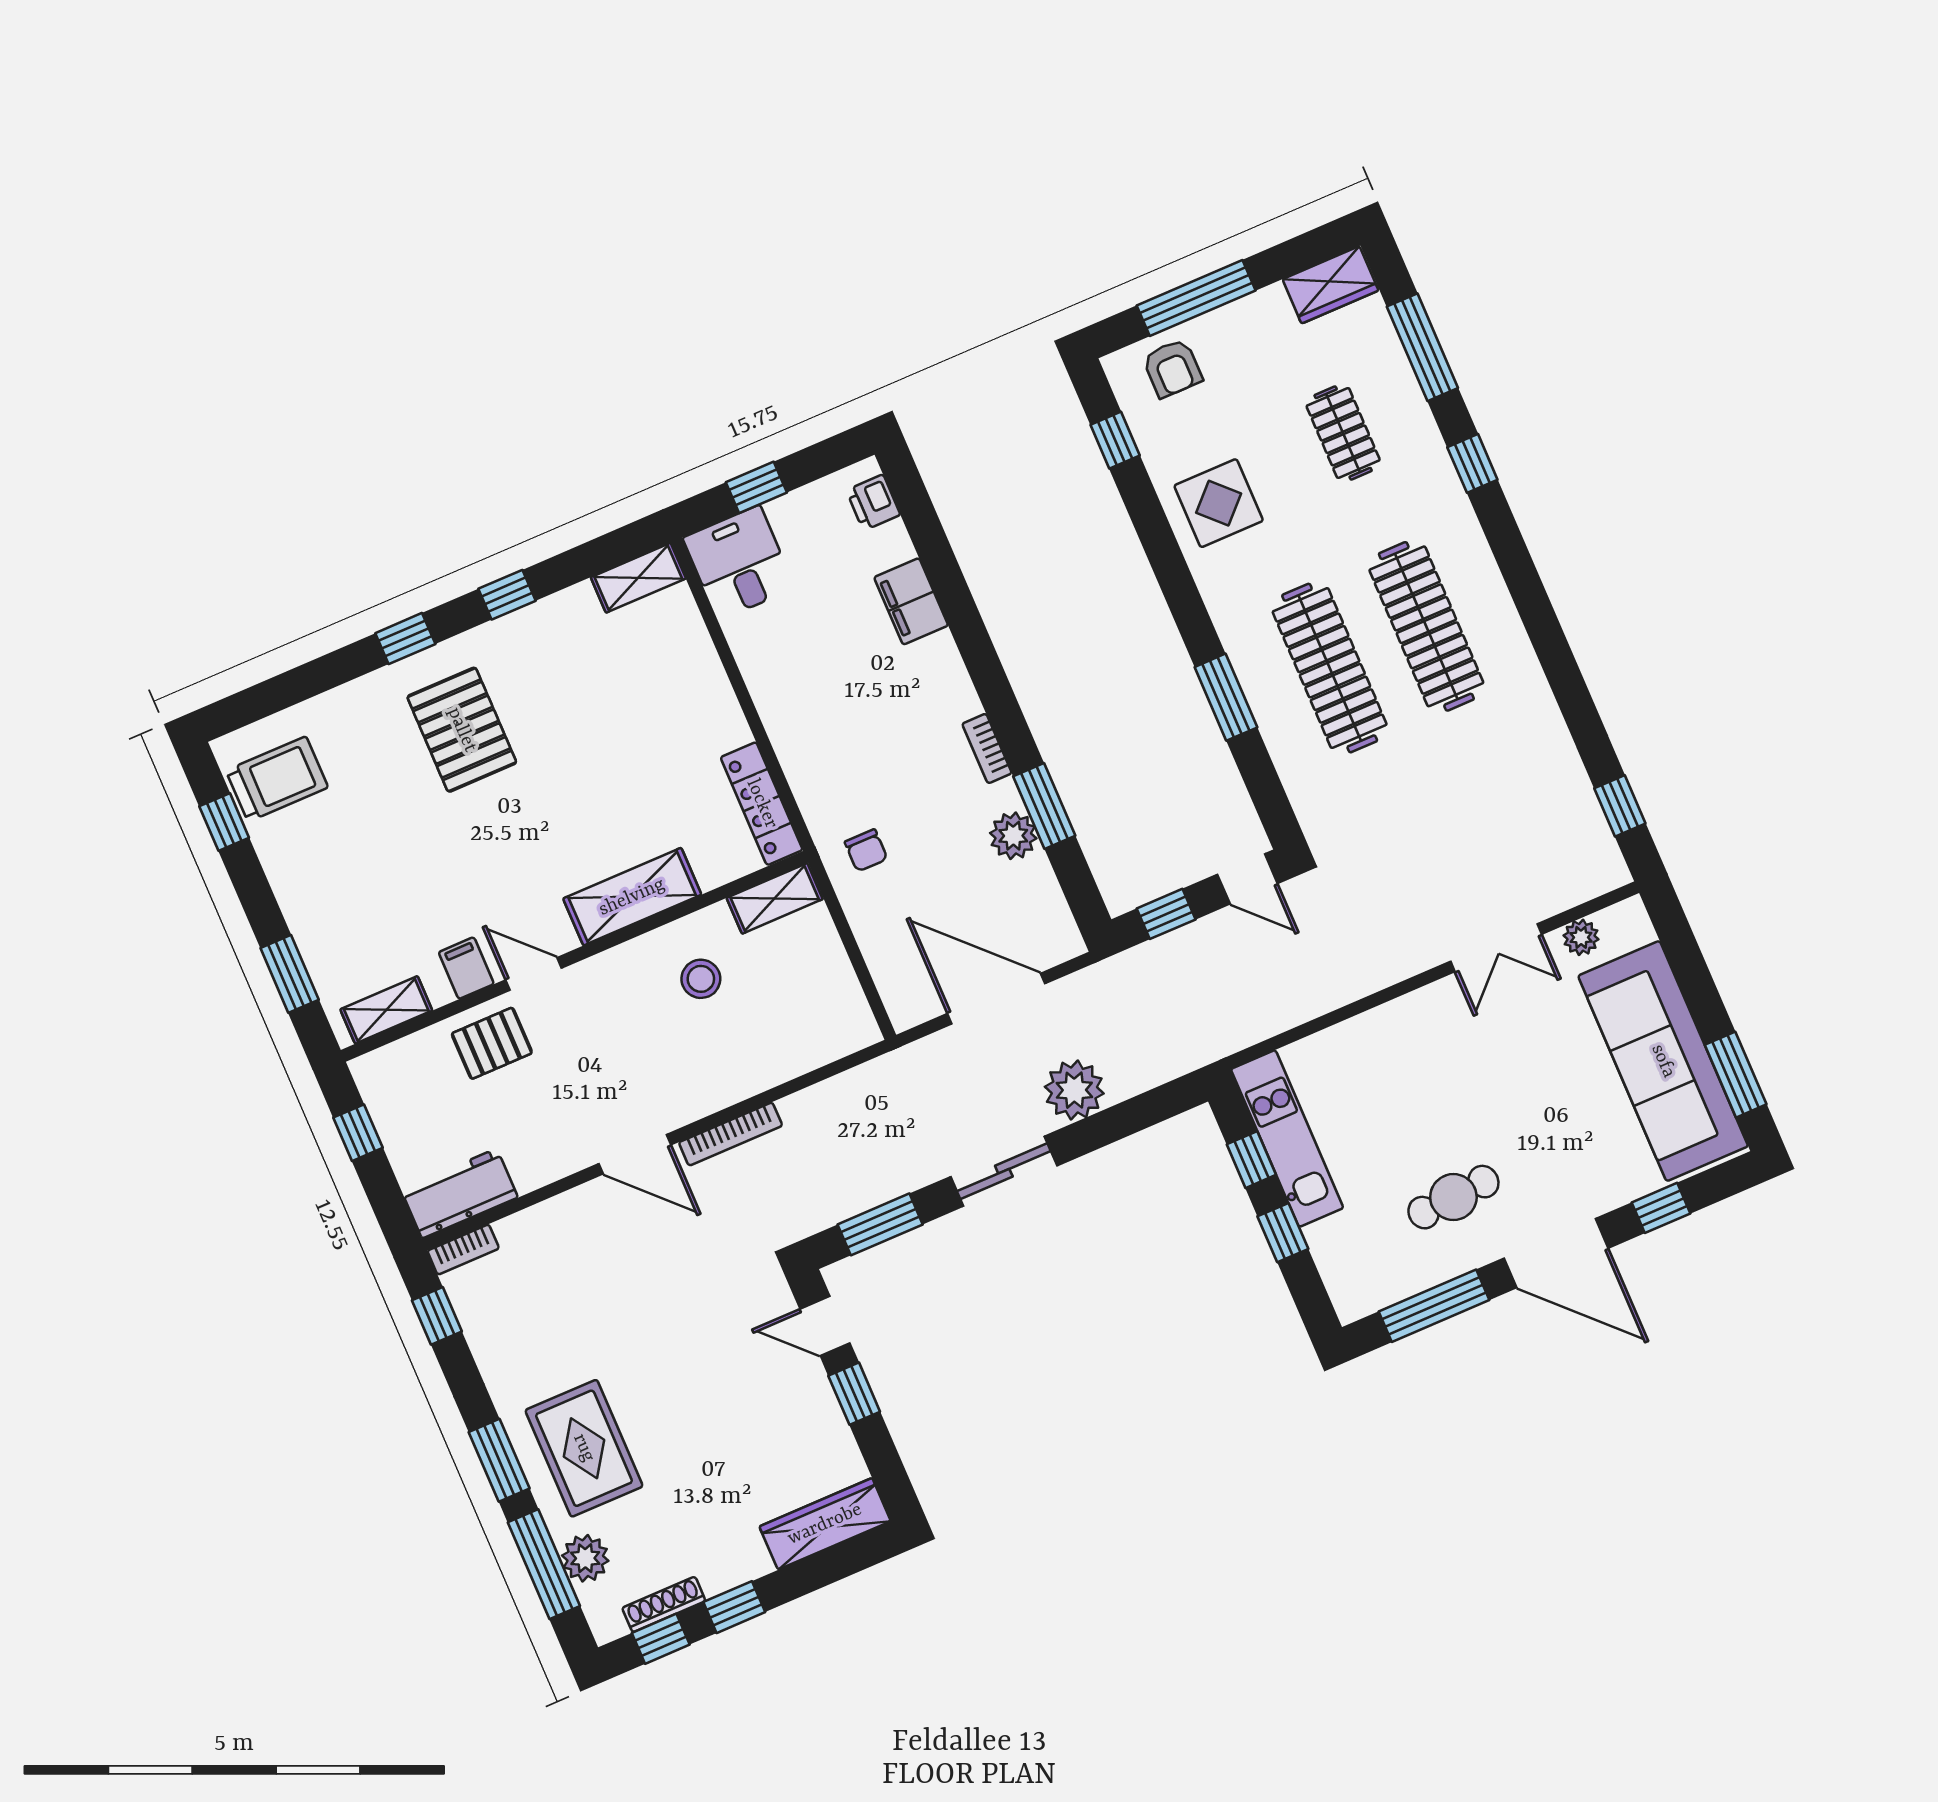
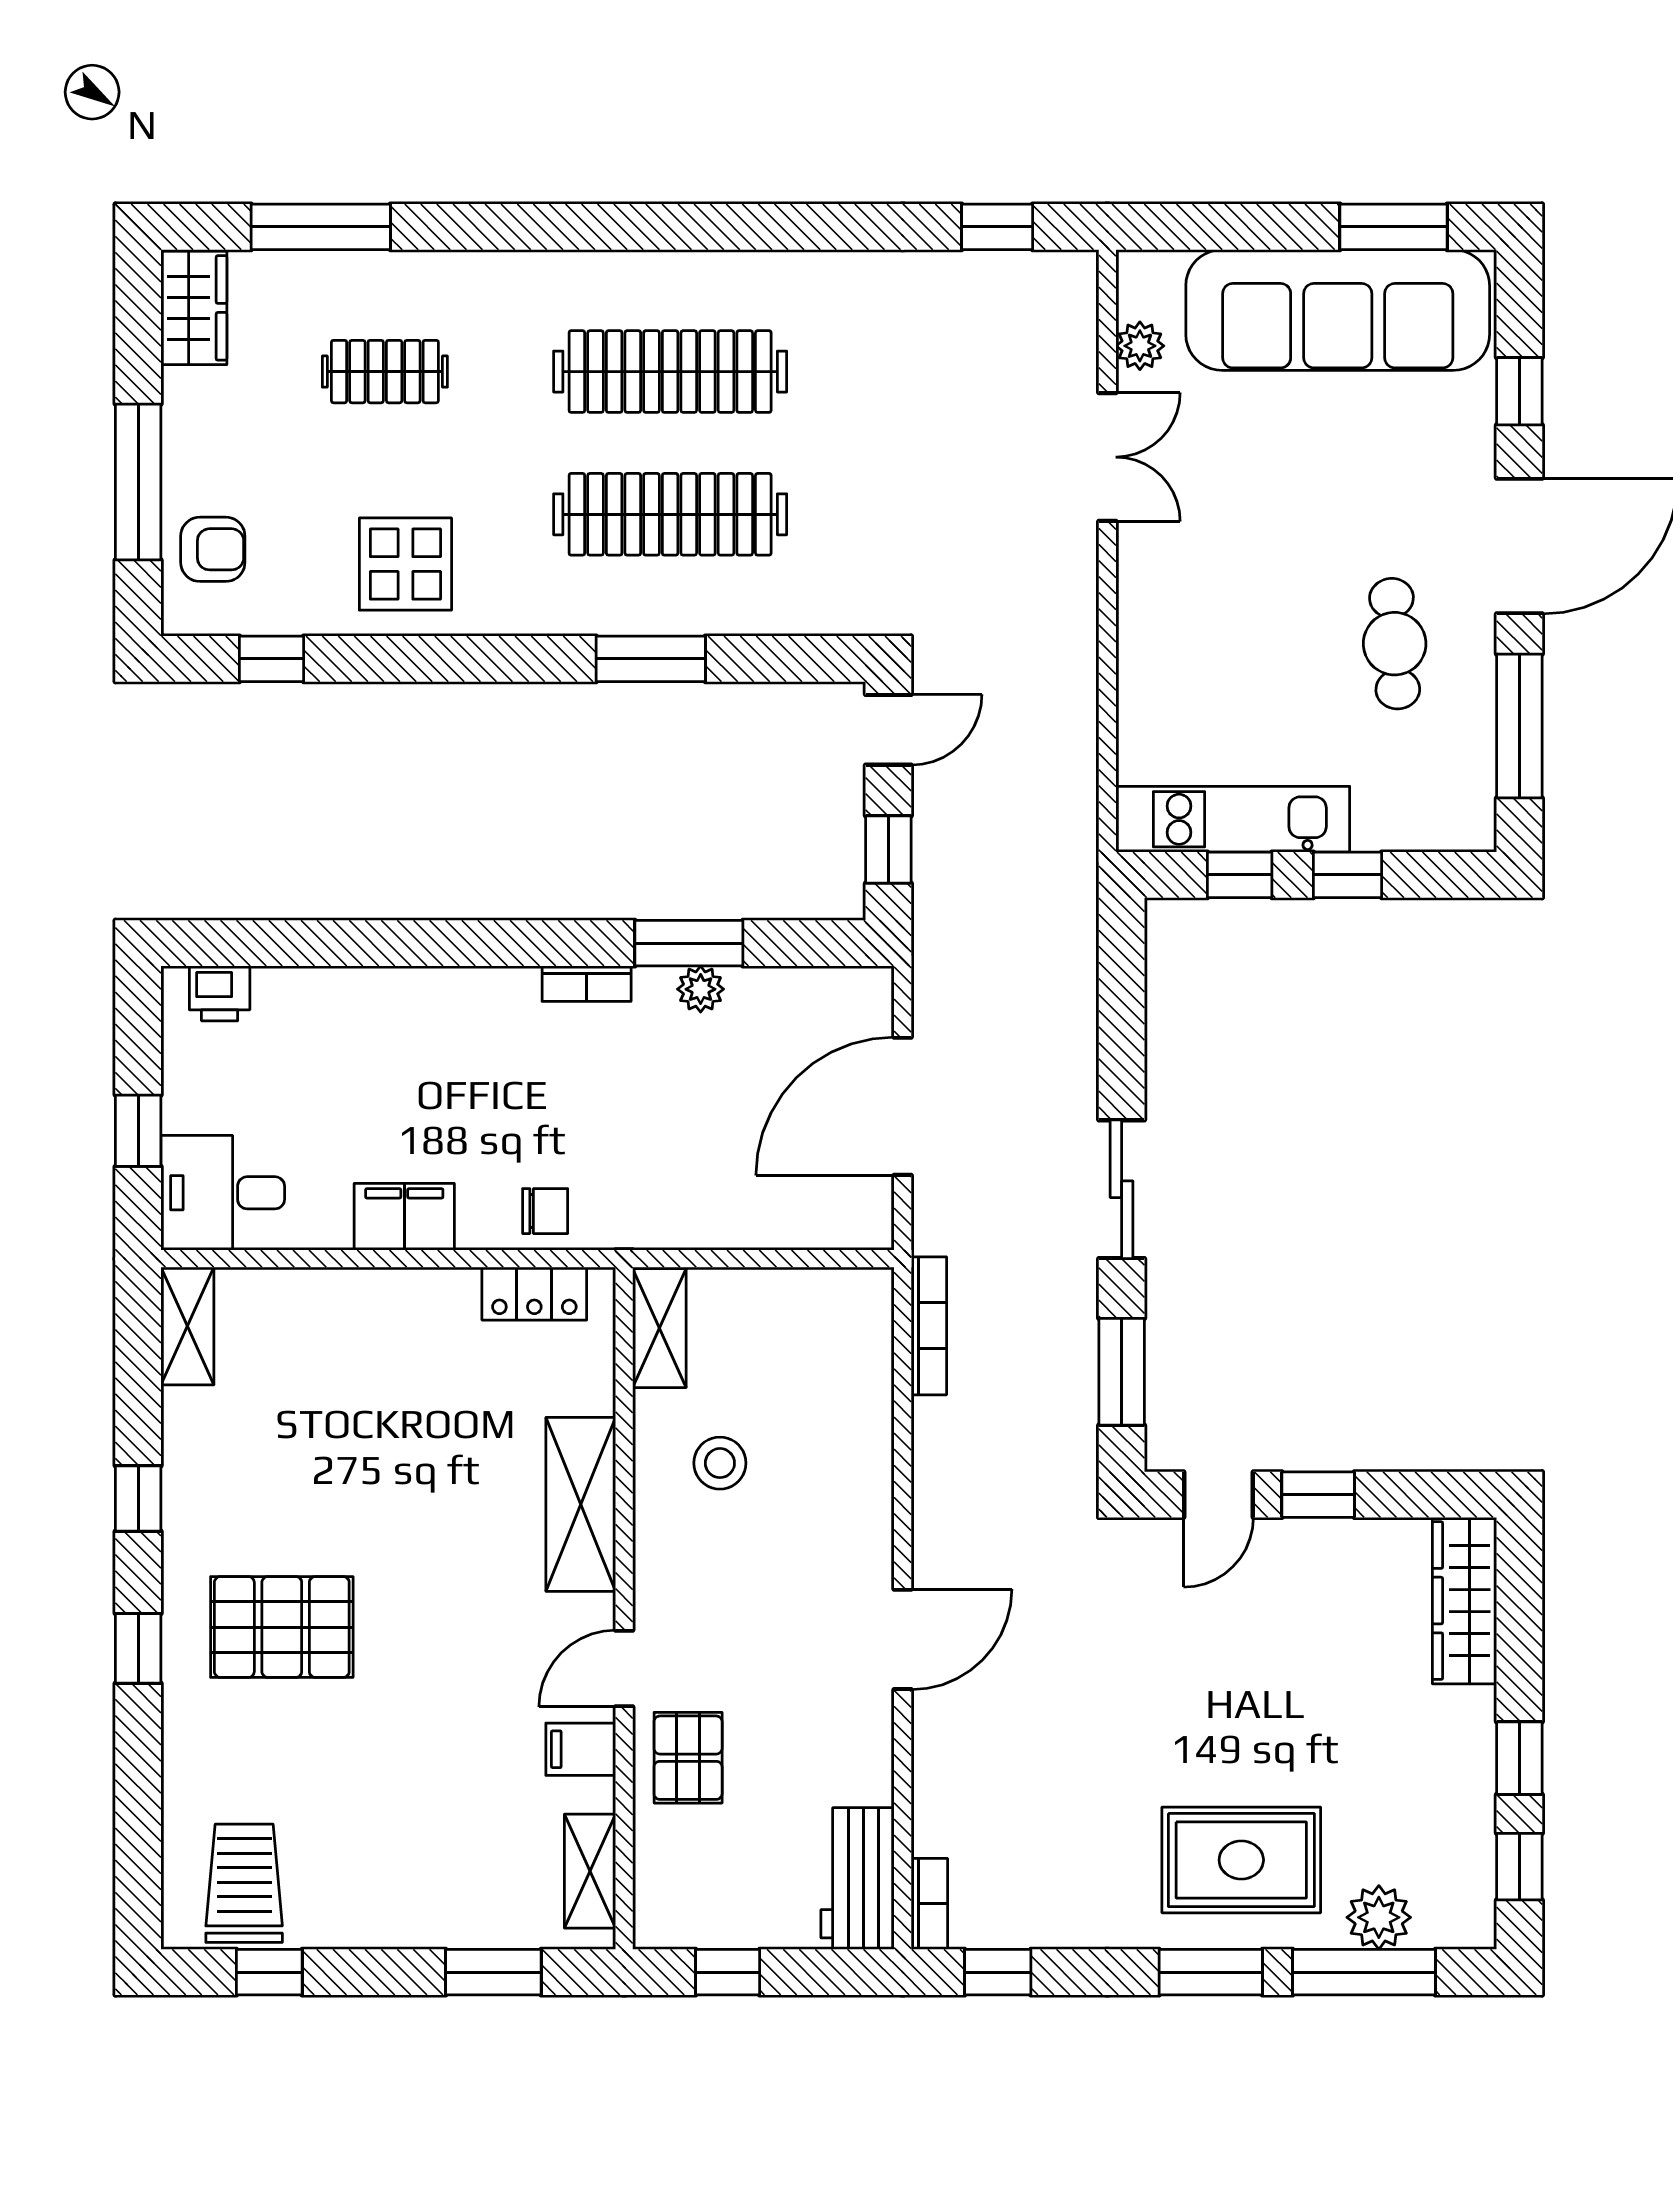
window: (1472, 463) -> (492, 227), removed
filing cabinet: (911, 601) -> (404, 1217), moved, turned 180
locker: (762, 804) -> (534, 1294), width x0.66
plant: (1013, 836) -> (701, 989), width x0.73, depth x0.73
chair: (866, 850) -> (545, 1211), moved
plant: (1074, 1090) -> (1058, 1058), removed
bookcase: (731, 1134) -> (929, 1326), moved
shoe rack: (664, 1604) -> (1478, 1844), removed

